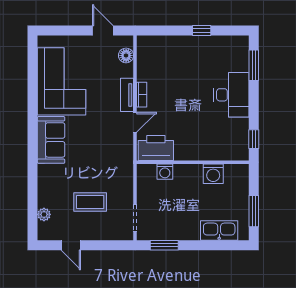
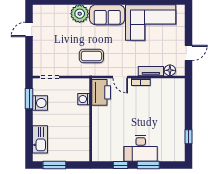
window: (202, 30) -> (188, 137), moved
window: (254, 65) -> (148, 165), moved
tv unit: (127, 95) -> (151, 71), moved
window: (254, 139) -> (120, 165), moved
washing machine: (213, 174) -> (40, 103), moved, turned 180
coffee table: (90, 202) -> (91, 56), moved, turned 90
plant: (44, 214) -> (80, 14), moved, width x1.88, depth x1.88

